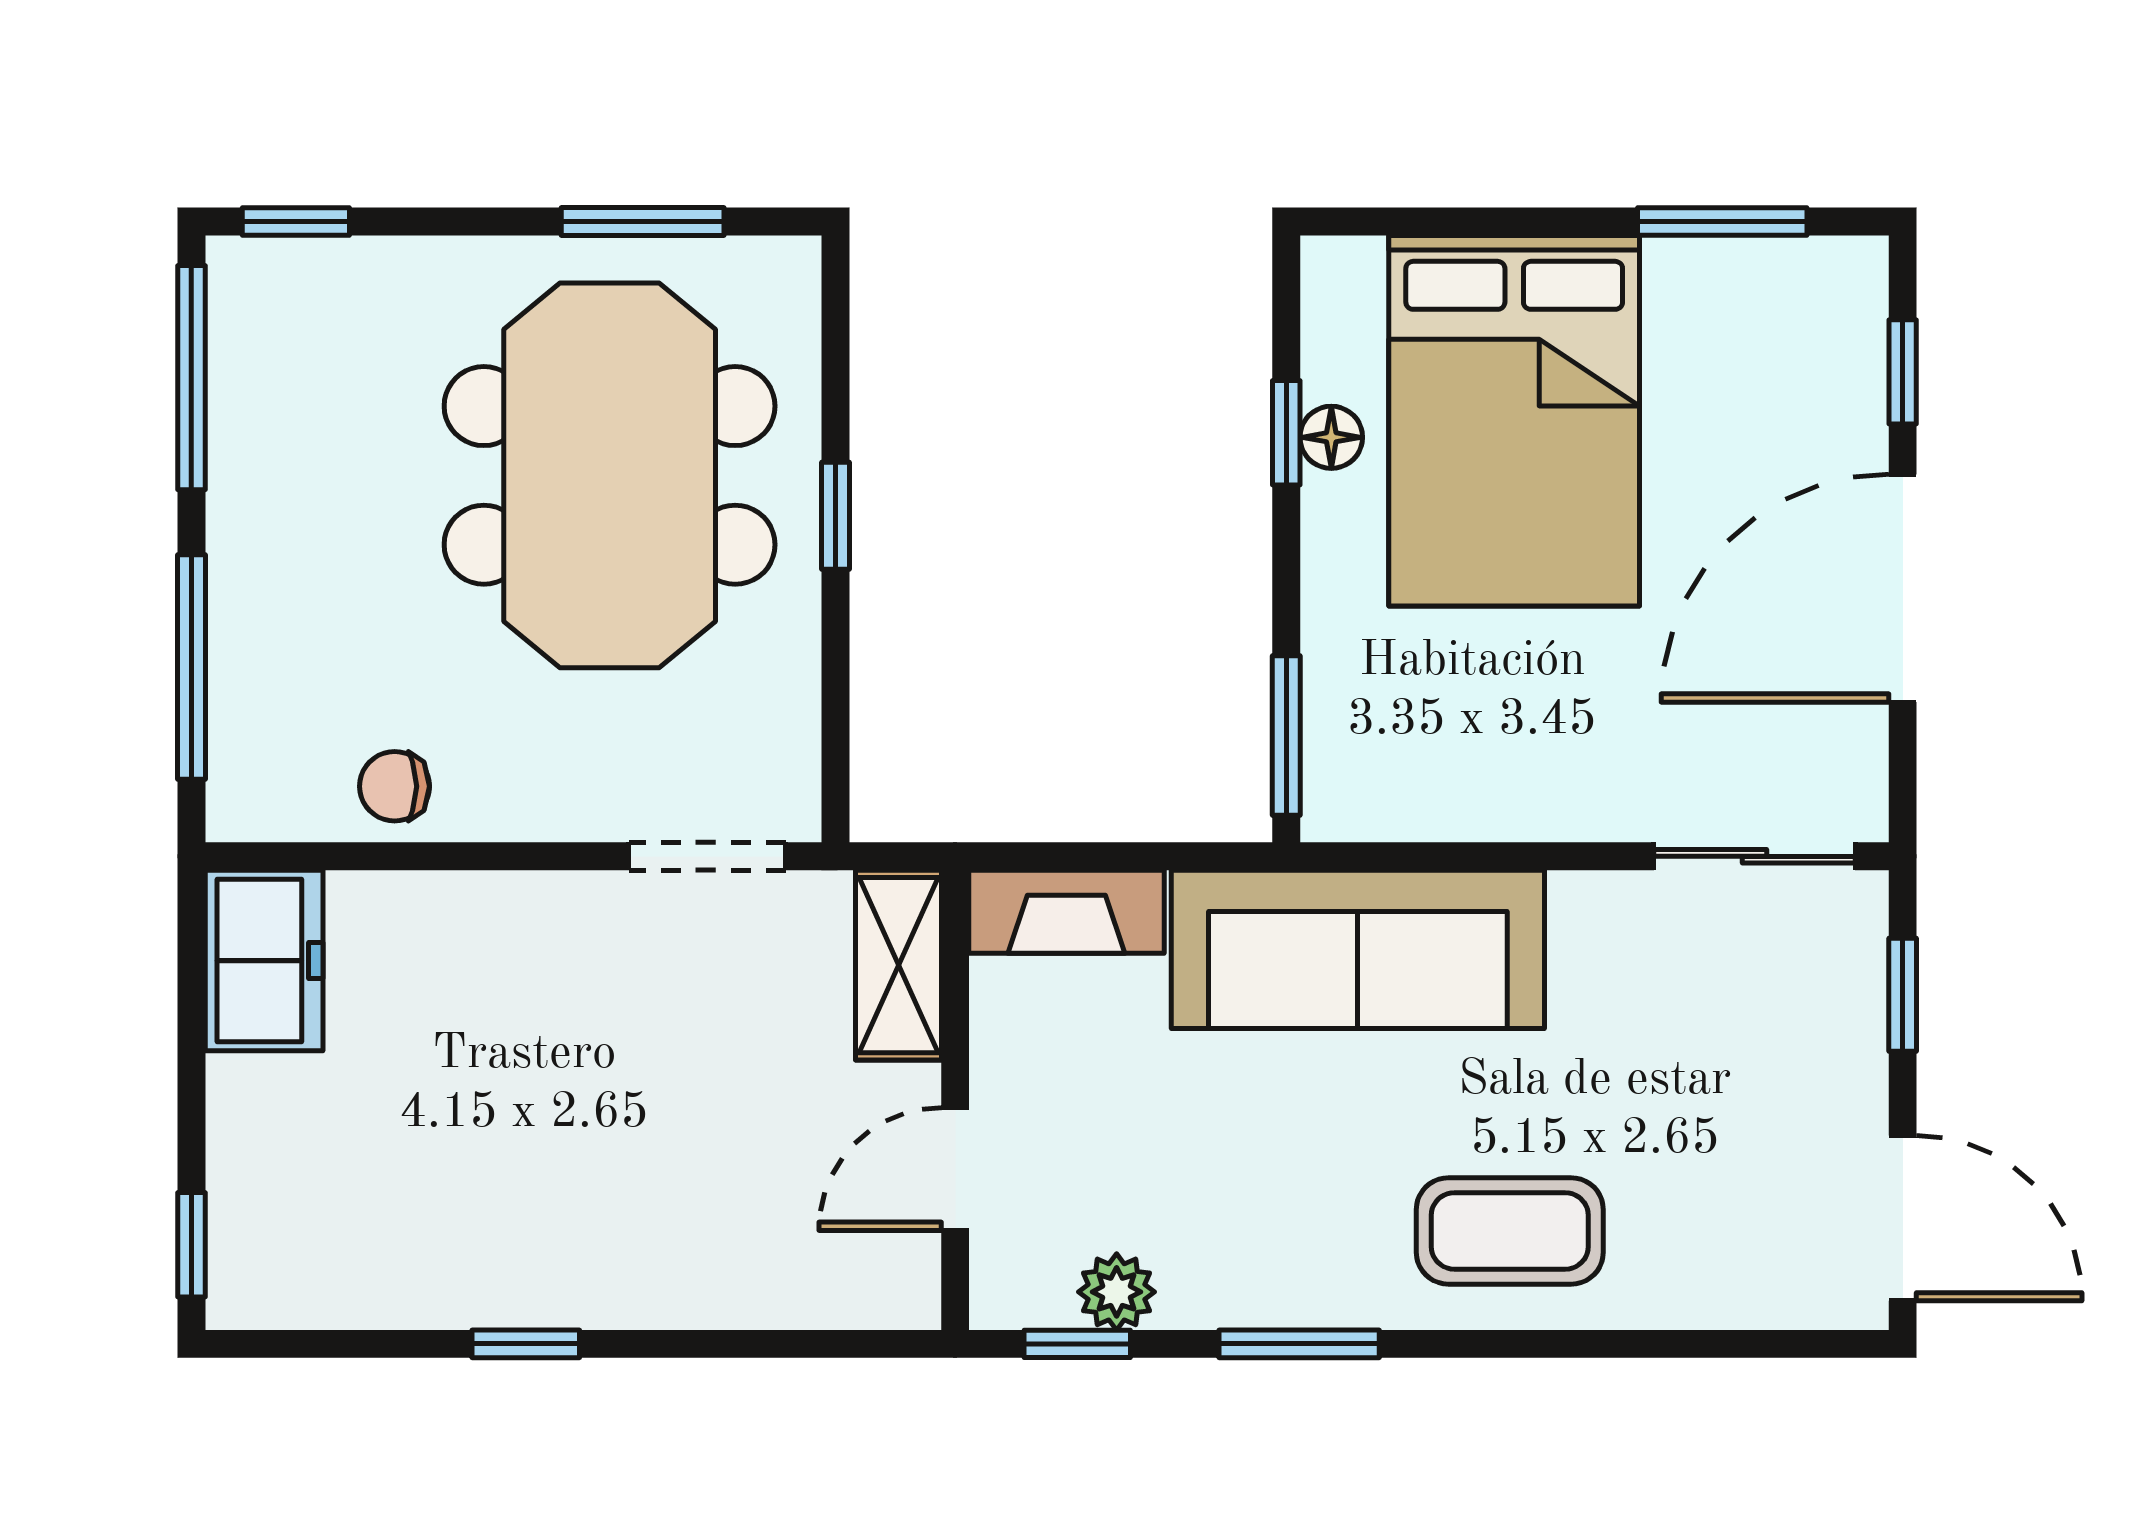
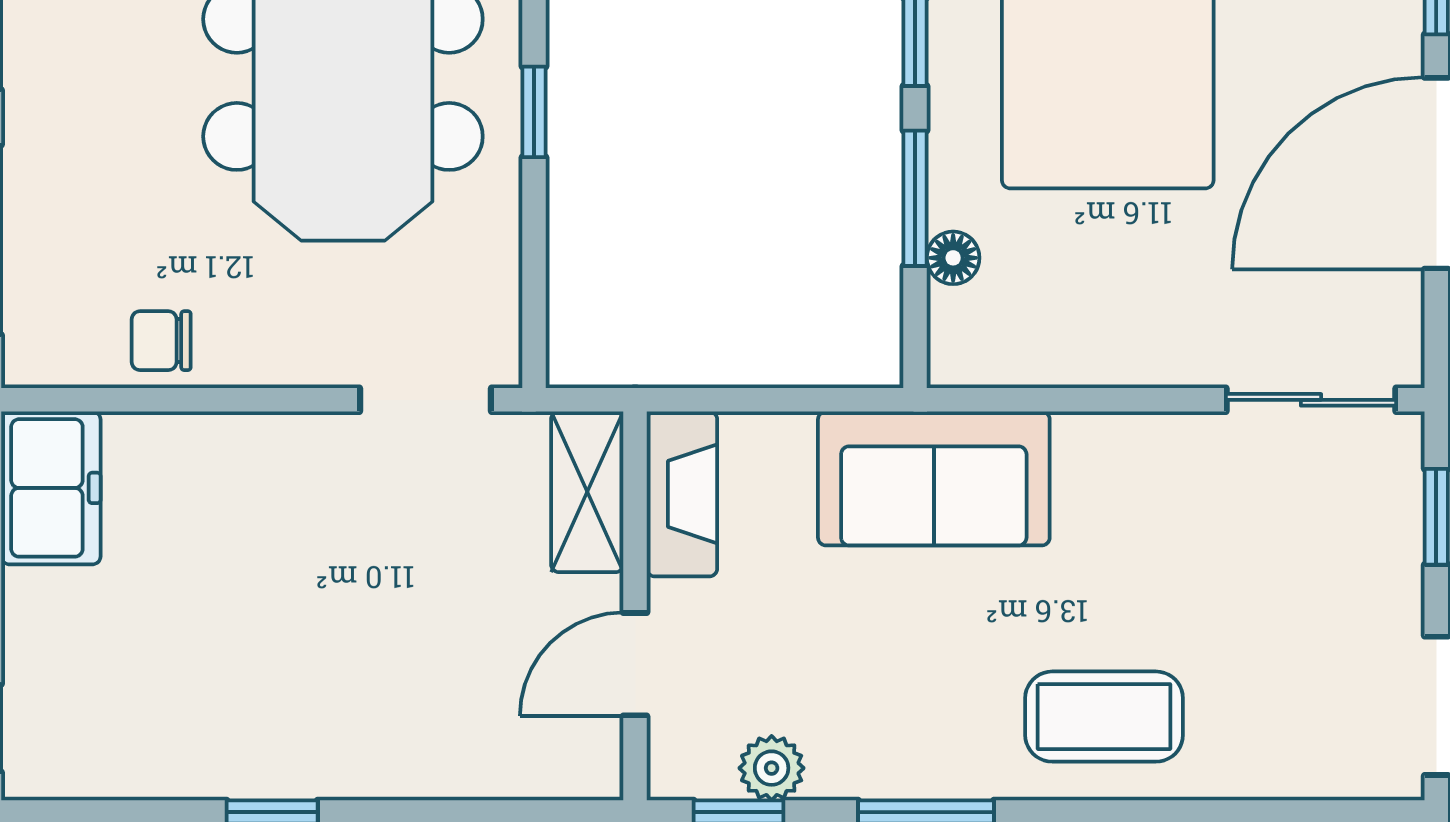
floor lamp: (1331, 437) -> (953, 258), moved
window: (1286, 735) -> (915, 198), moved
fireplace: (1066, 912) -> (682, 494), moved, turned -90
sofa: (1358, 949) -> (934, 478), width x0.73

